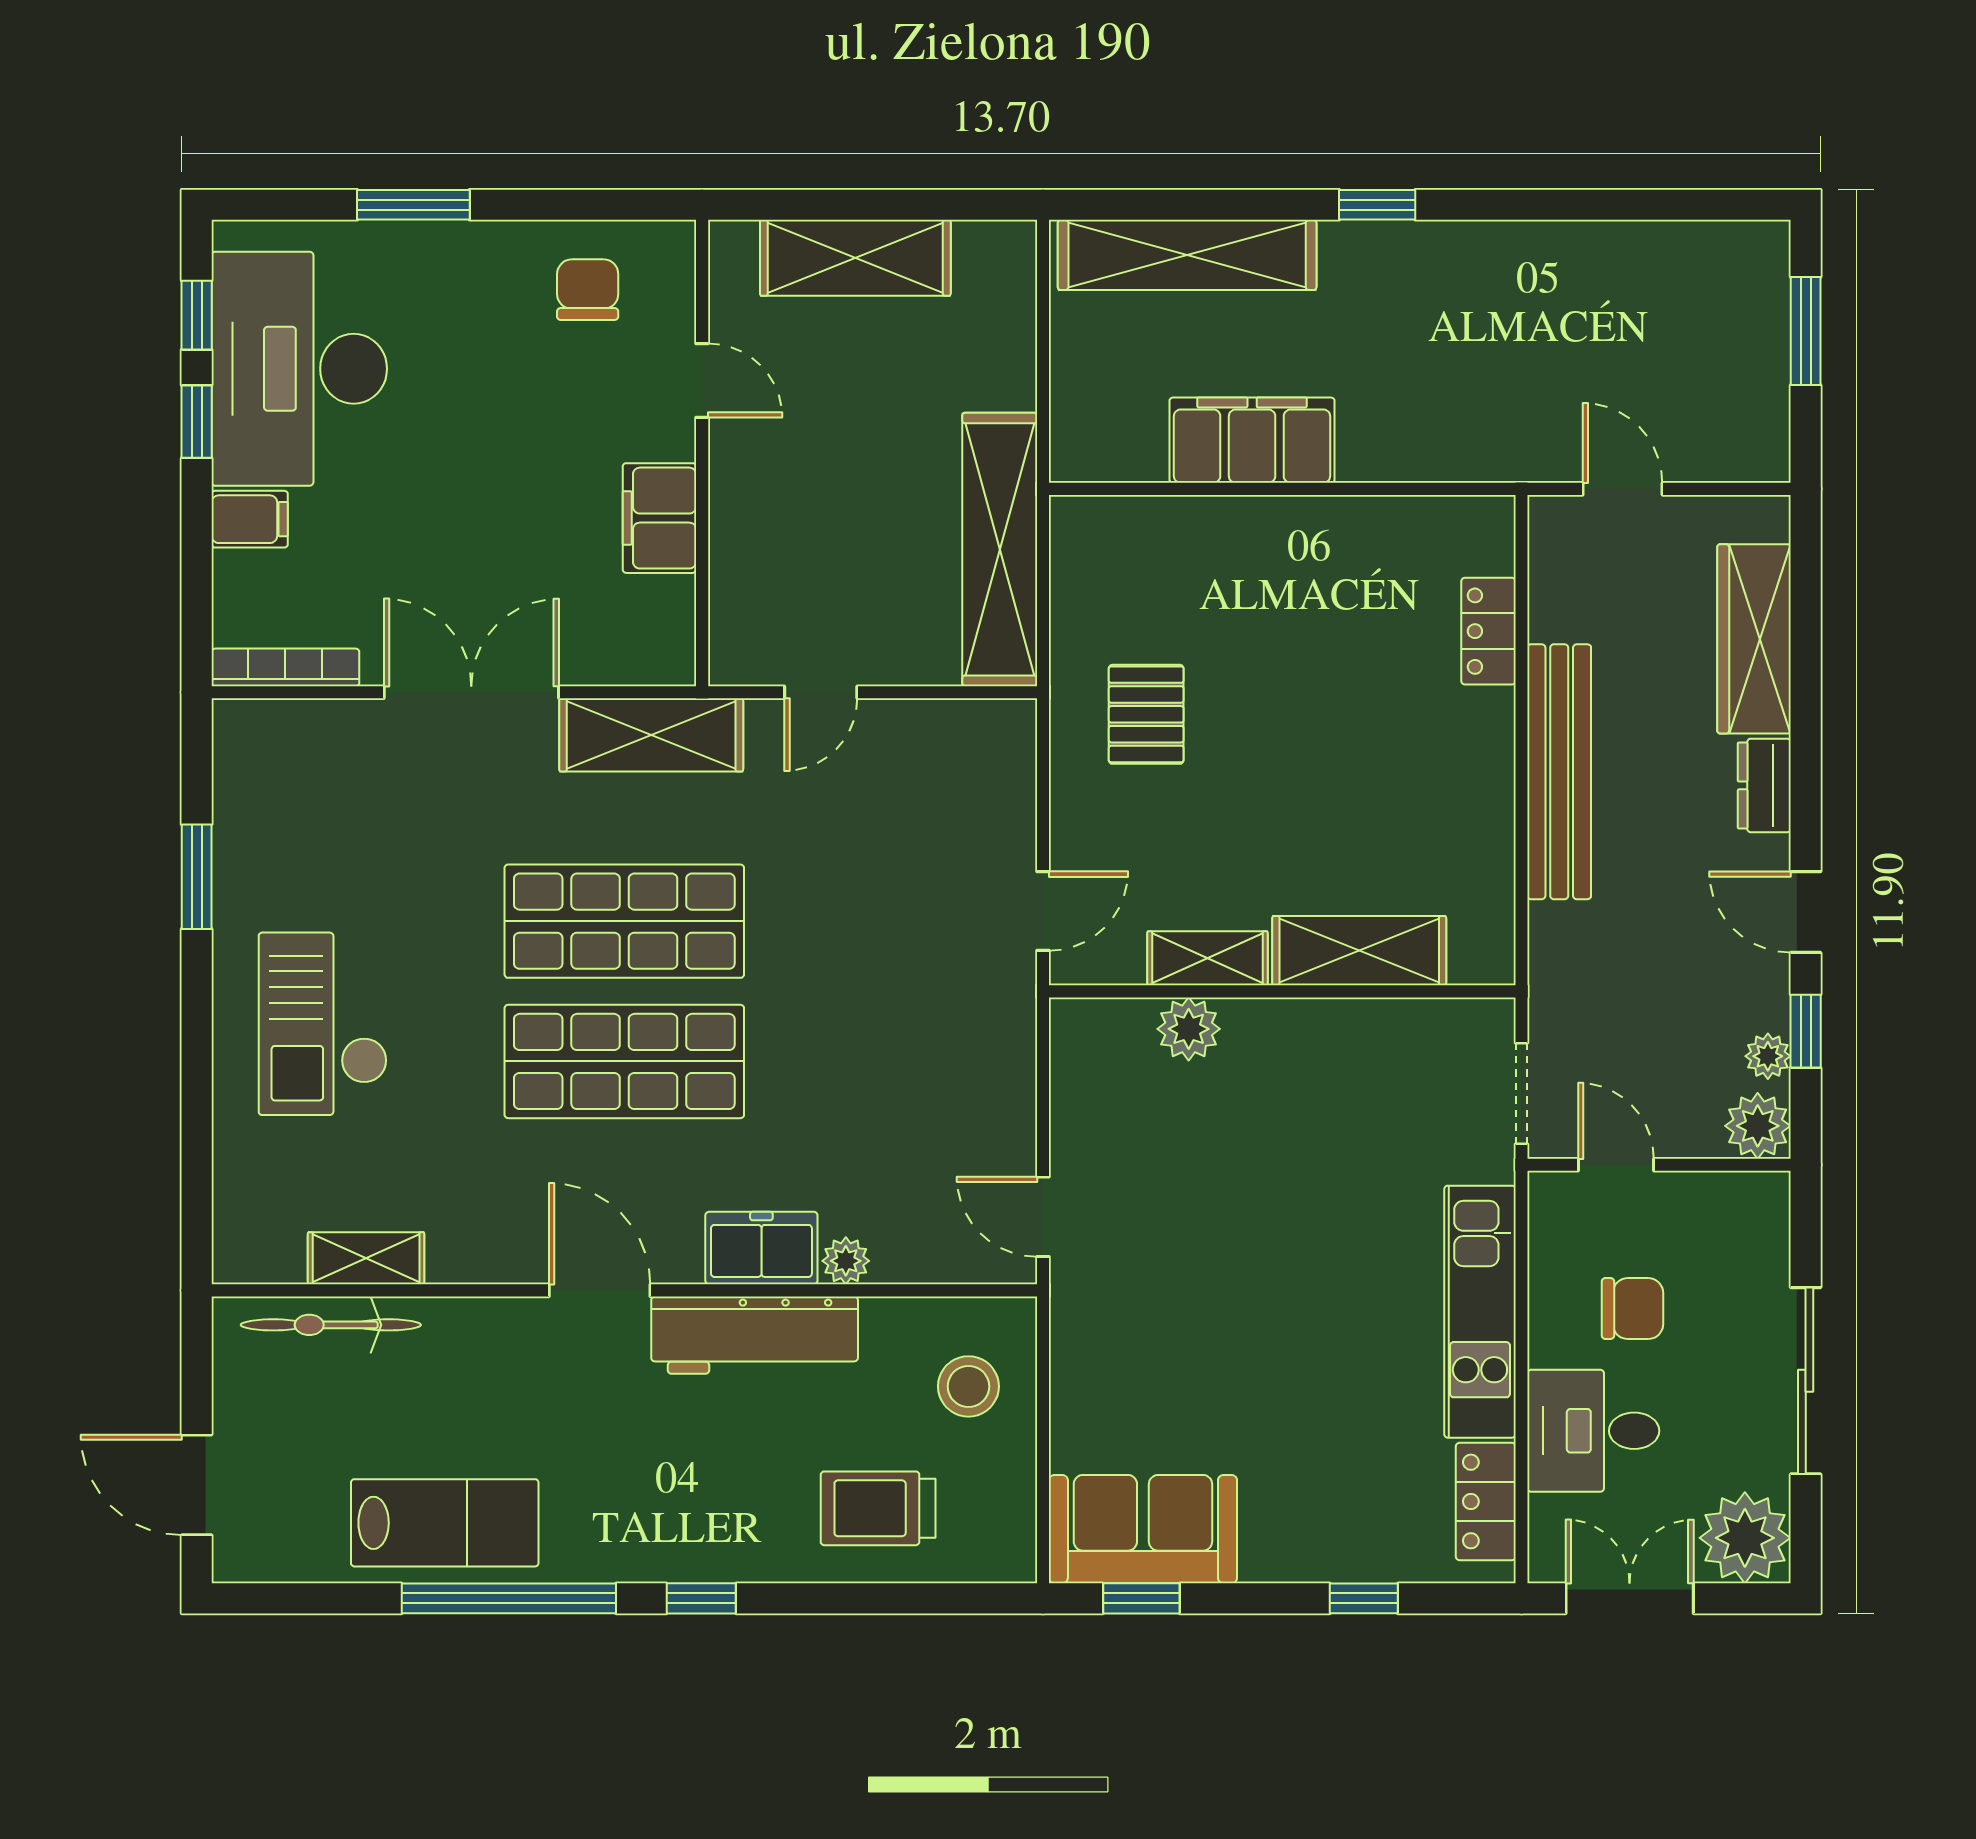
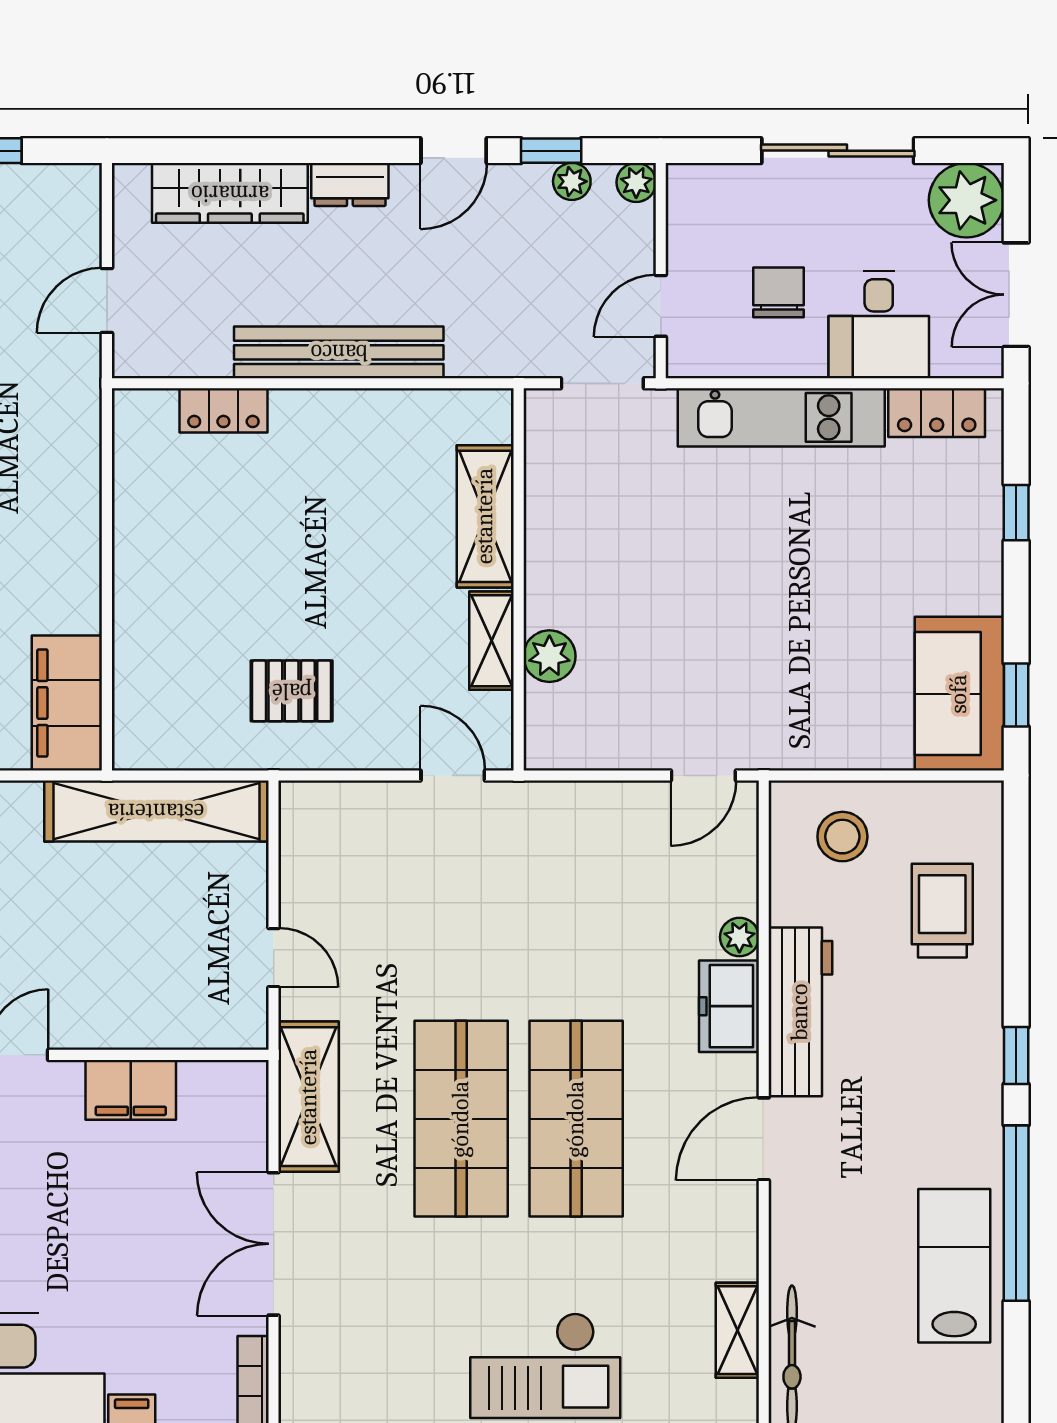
filing cabinet: (1252, 440) -> (67, 703), moved
plant: (1758, 1126) -> (636, 182), width x0.73, depth x0.73
trolley: (878, 1508) -> (942, 911), turned 180

